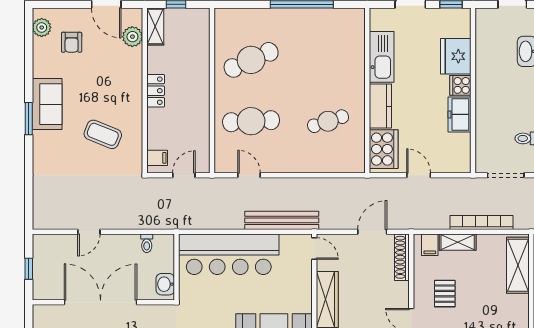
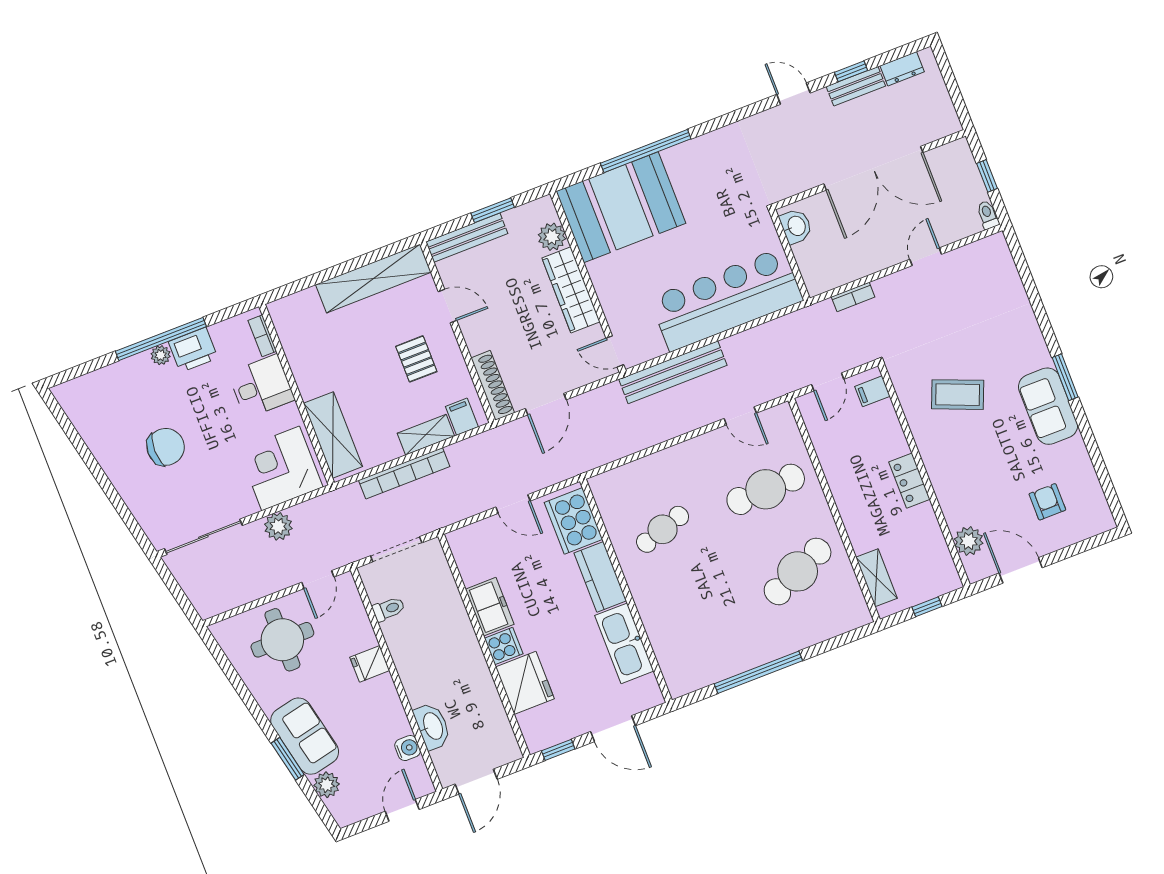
plant: (42, 27) -> (1095, 506), removed
shelving: (155, 27) -> (877, 578), moved
bookcase: (146, 224) -> (853, 297), added
toilet: (147, 243) -> (988, 215), moved

